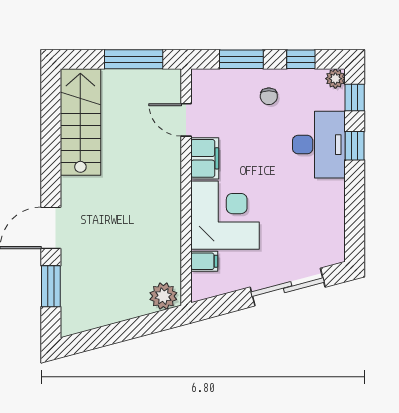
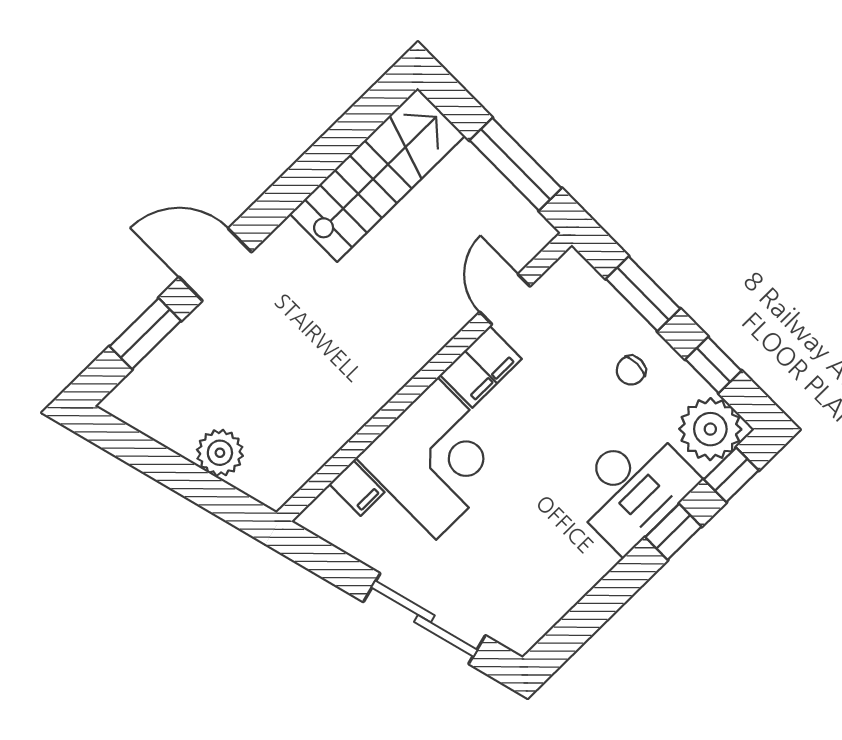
plant: (335, 79) -> (710, 429), width x1.87, depth x1.87
plant: (163, 296) -> (220, 453), moved

